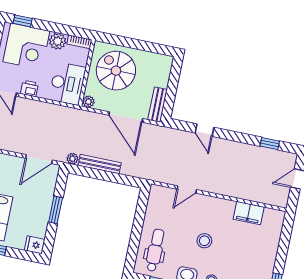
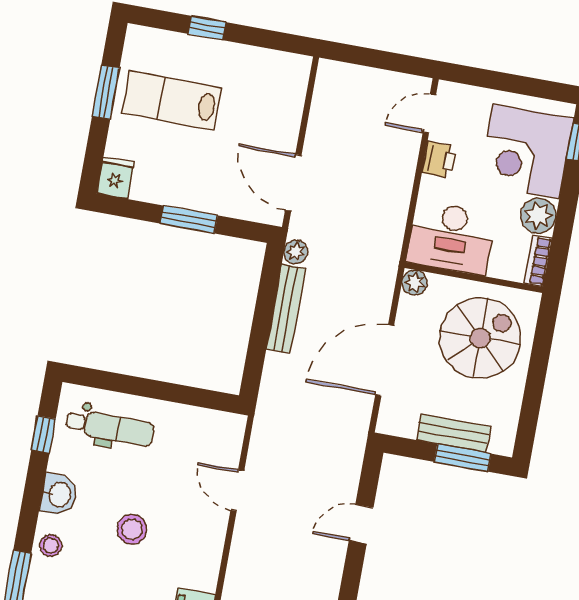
window: (174, 80) -> (463, 458), added
bench: (157, 105) -> (454, 433), moved

